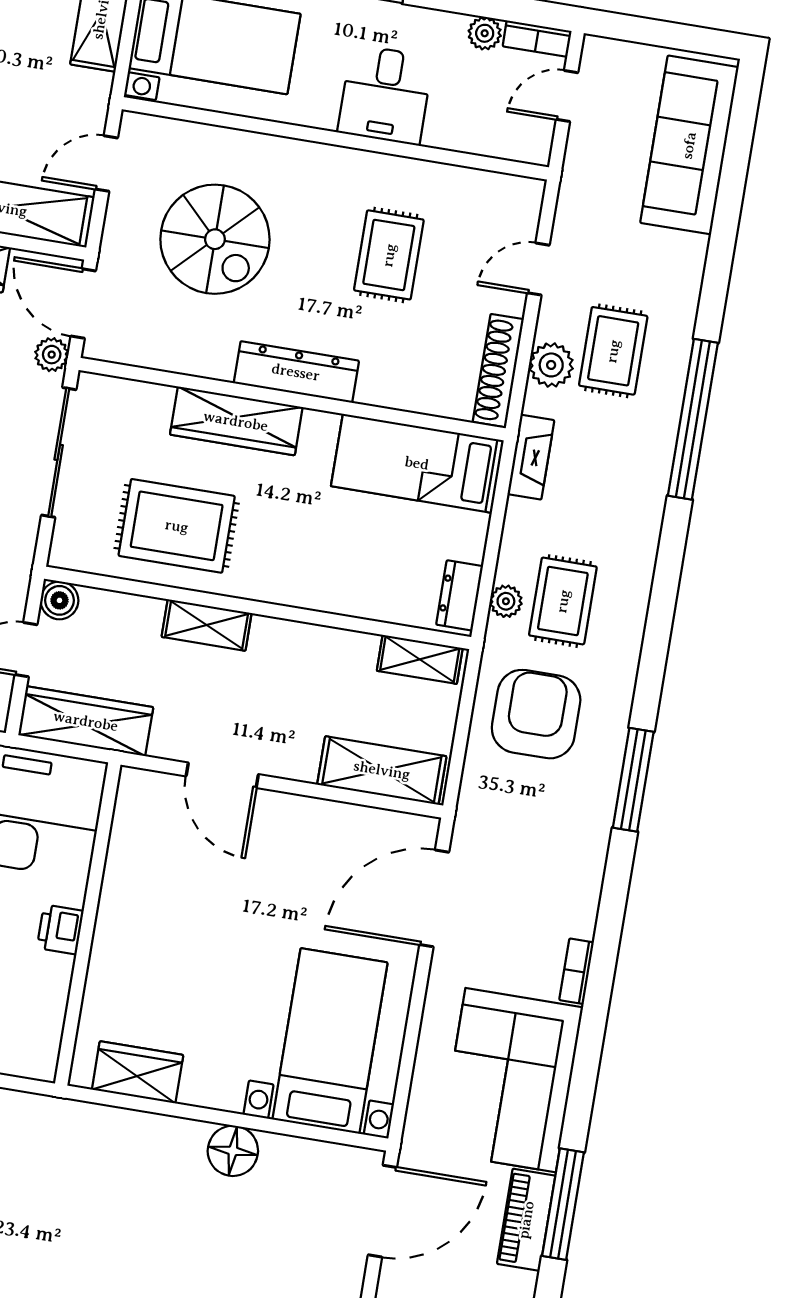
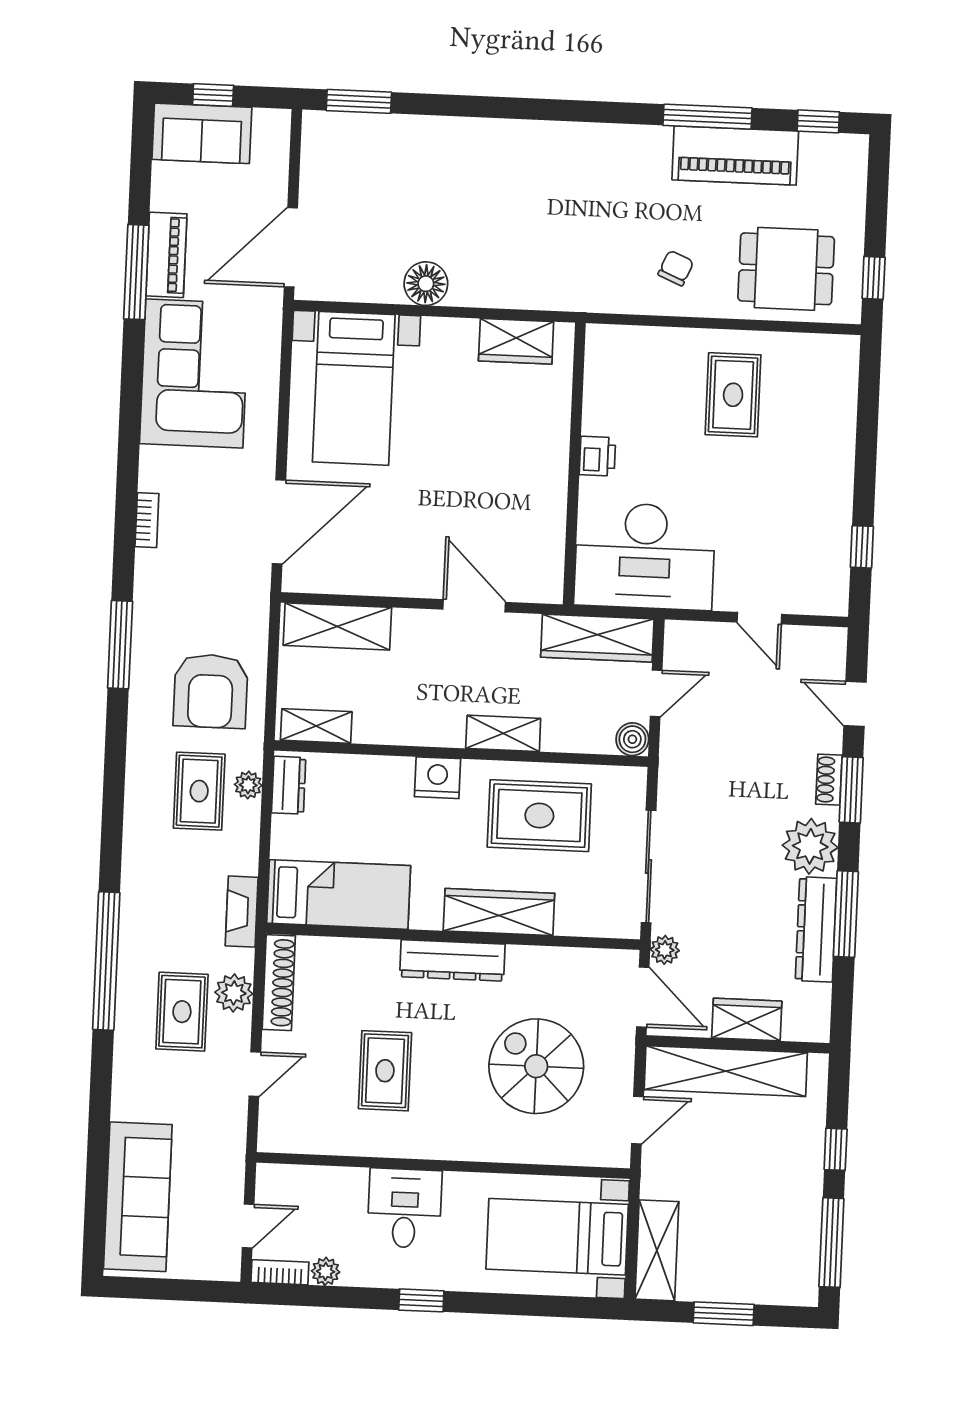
nightstand: (288, 583) -> (437, 778), added
bookcase: (577, 971) -> (147, 520), moved

